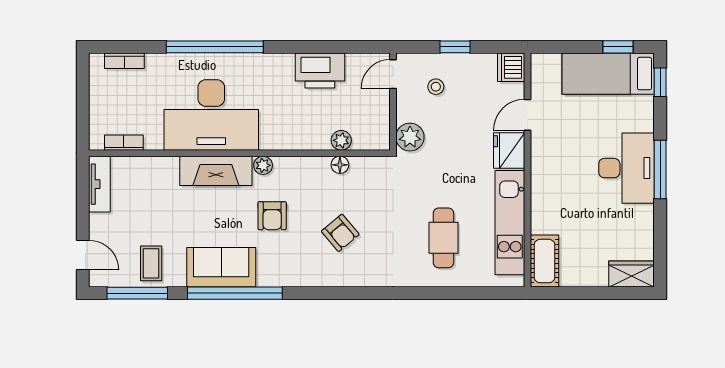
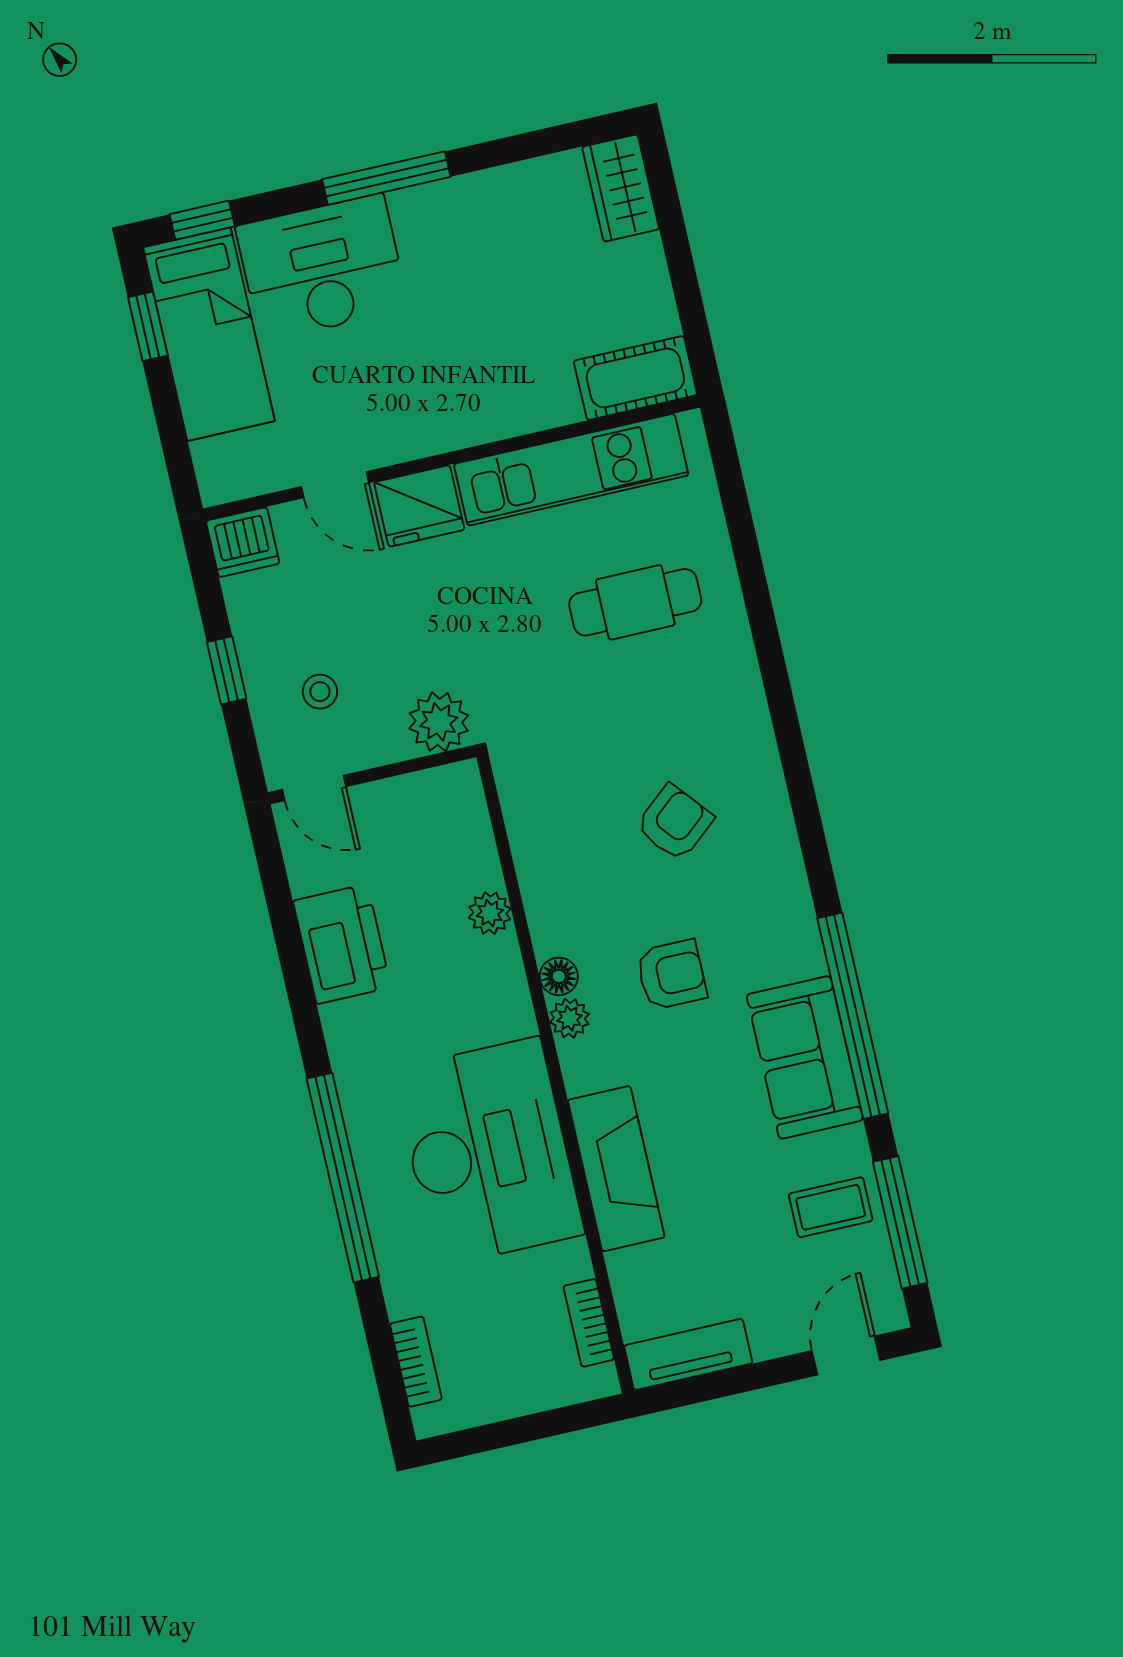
plant: (341, 140) -> (490, 913), moved
floor lamp: (340, 165) -> (559, 976), moved
desk: (626, 168) -> (322, 268), moved
fireplace: (216, 171) -> (616, 1169), moved

